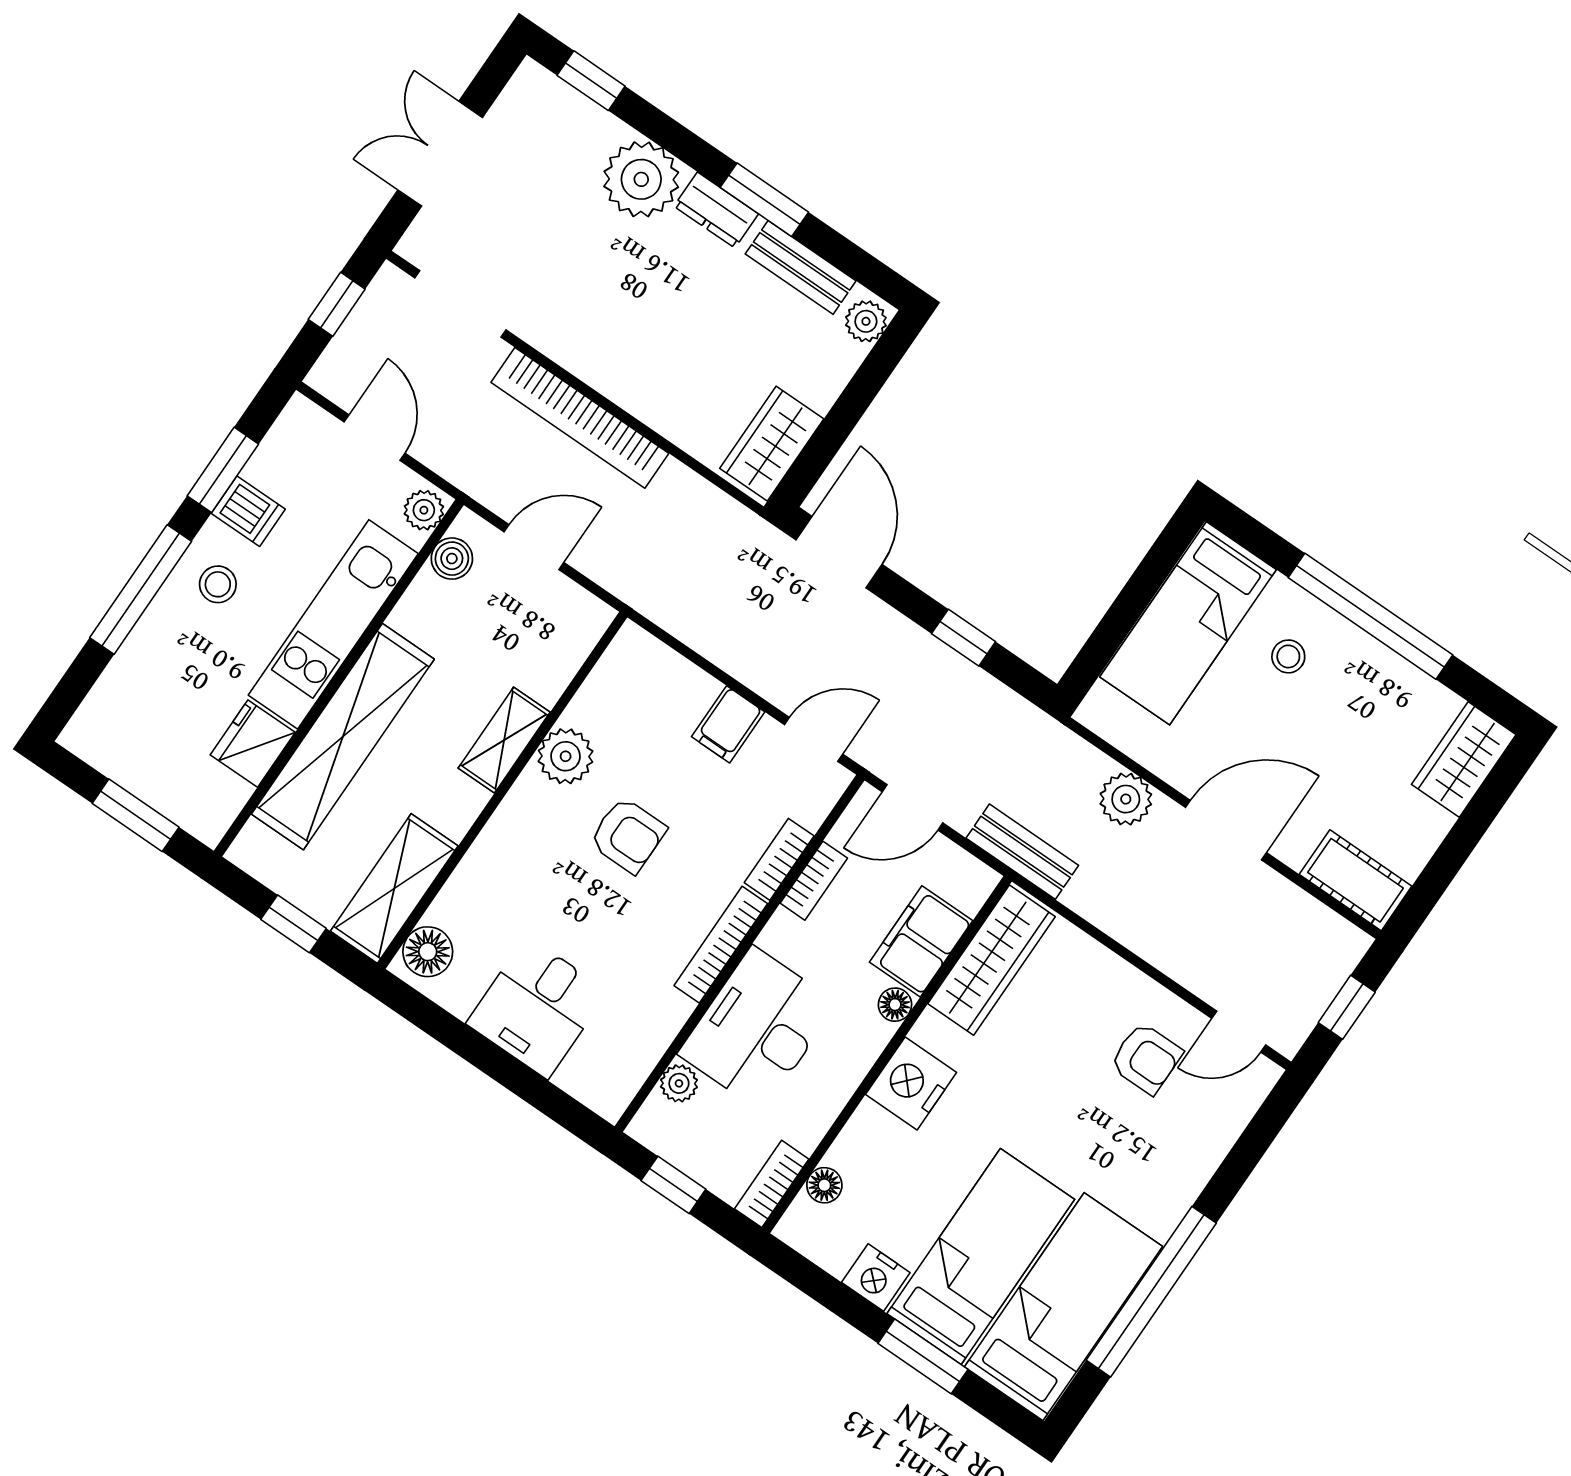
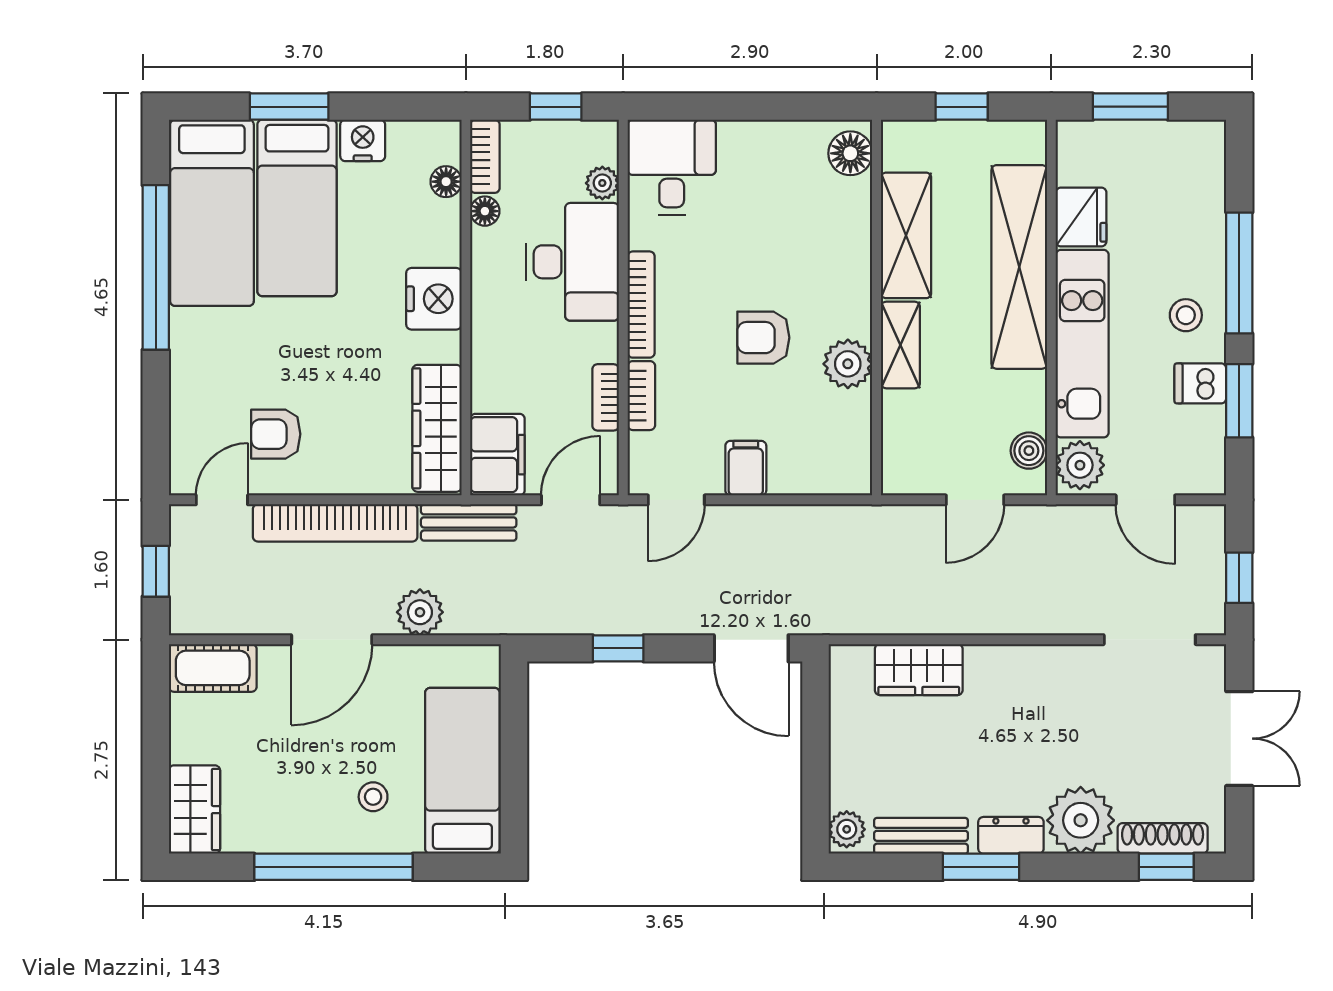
shoe rack: (576, 110) -> (1163, 838), added
bookcase: (580, 418) -> (335, 523), moved, turned 180
wardrobe: (772, 444) -> (919, 670), moved, turned 90
plant: (424, 510) -> (1080, 465), width x1.38, depth x1.38
shelving: (394, 888) -> (906, 235), moved
filing cabinet: (921, 941) -> (497, 455), moved
floor lamp: (895, 1005) -> (485, 211), moved
desk: (537, 1008) -> (672, 167), moved

